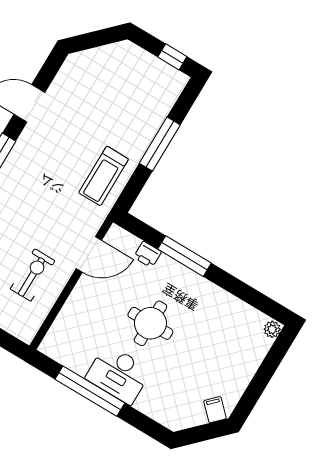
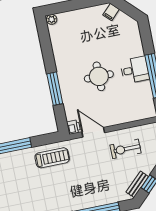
printer: (147, 254) -> (74, 127), moved
desk: (118, 374) -> (135, 70), width x0.73

